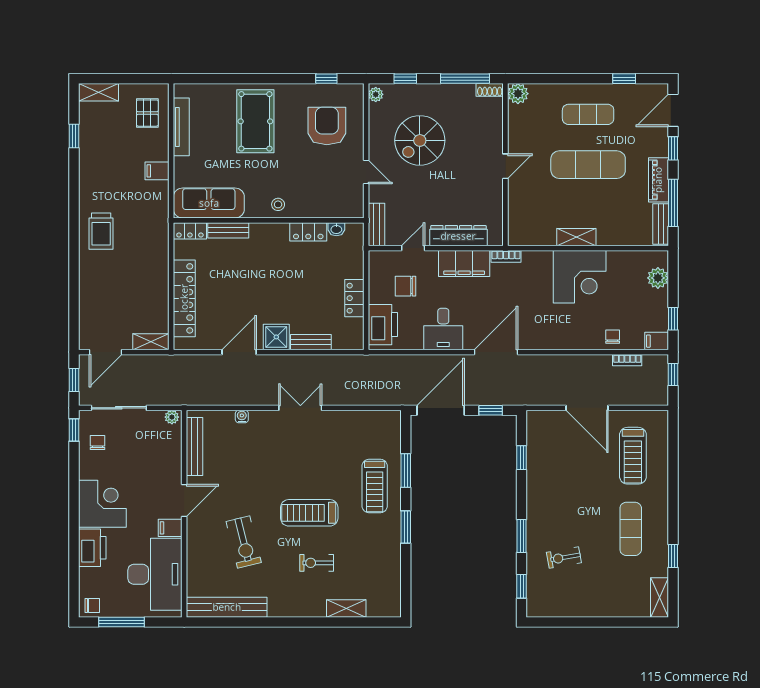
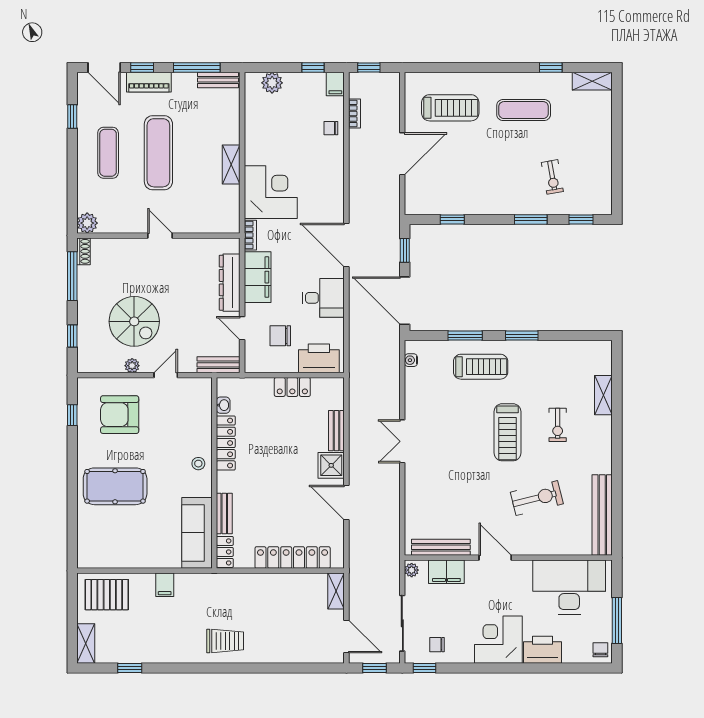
plant: (376, 94) -> (132, 366), moved
pallet: (147, 113) -> (107, 595), width x1.50, depth x1.42
tv unit: (181, 127) -> (121, 561), removed
piano: (658, 180) -> (149, 82), moved
locker: (308, 232) -> (226, 443), width x1.53
corner desk: (580, 277) -> (271, 192), moved
chair: (406, 286) -> (280, 336), turned 90
water cooler: (242, 416) -> (411, 360), moved
filing cabinet: (170, 528) -> (446, 572), moved, width x2.00

